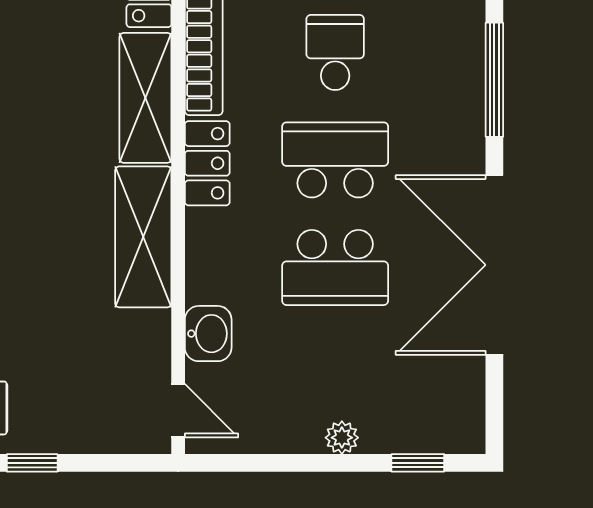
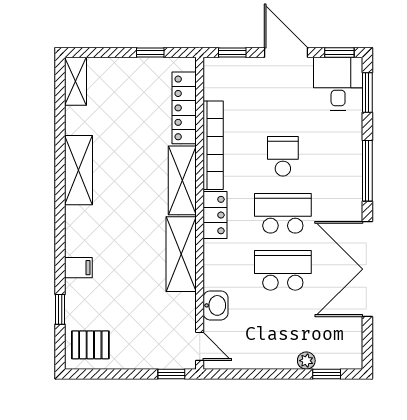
school desk: (335, 267) -> (283, 270), turned 180
plant: (342, 438) -> (306, 361), moved
window: (32, 463) -> (171, 374), moved

